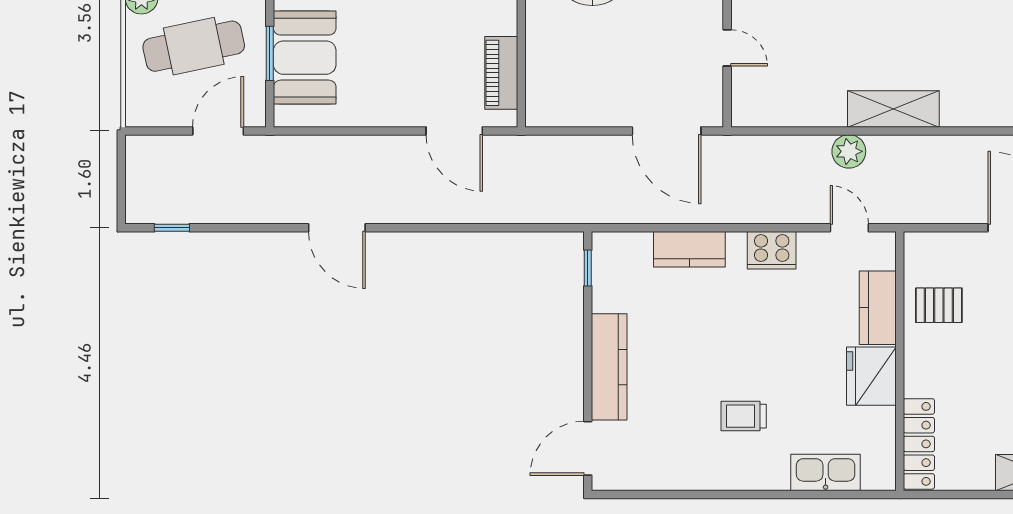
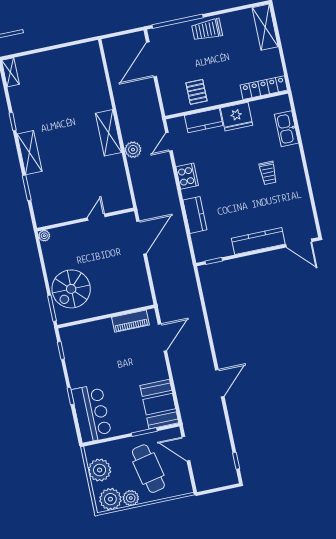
booth: (305, 58) -> (159, 404), moved, turned 90

